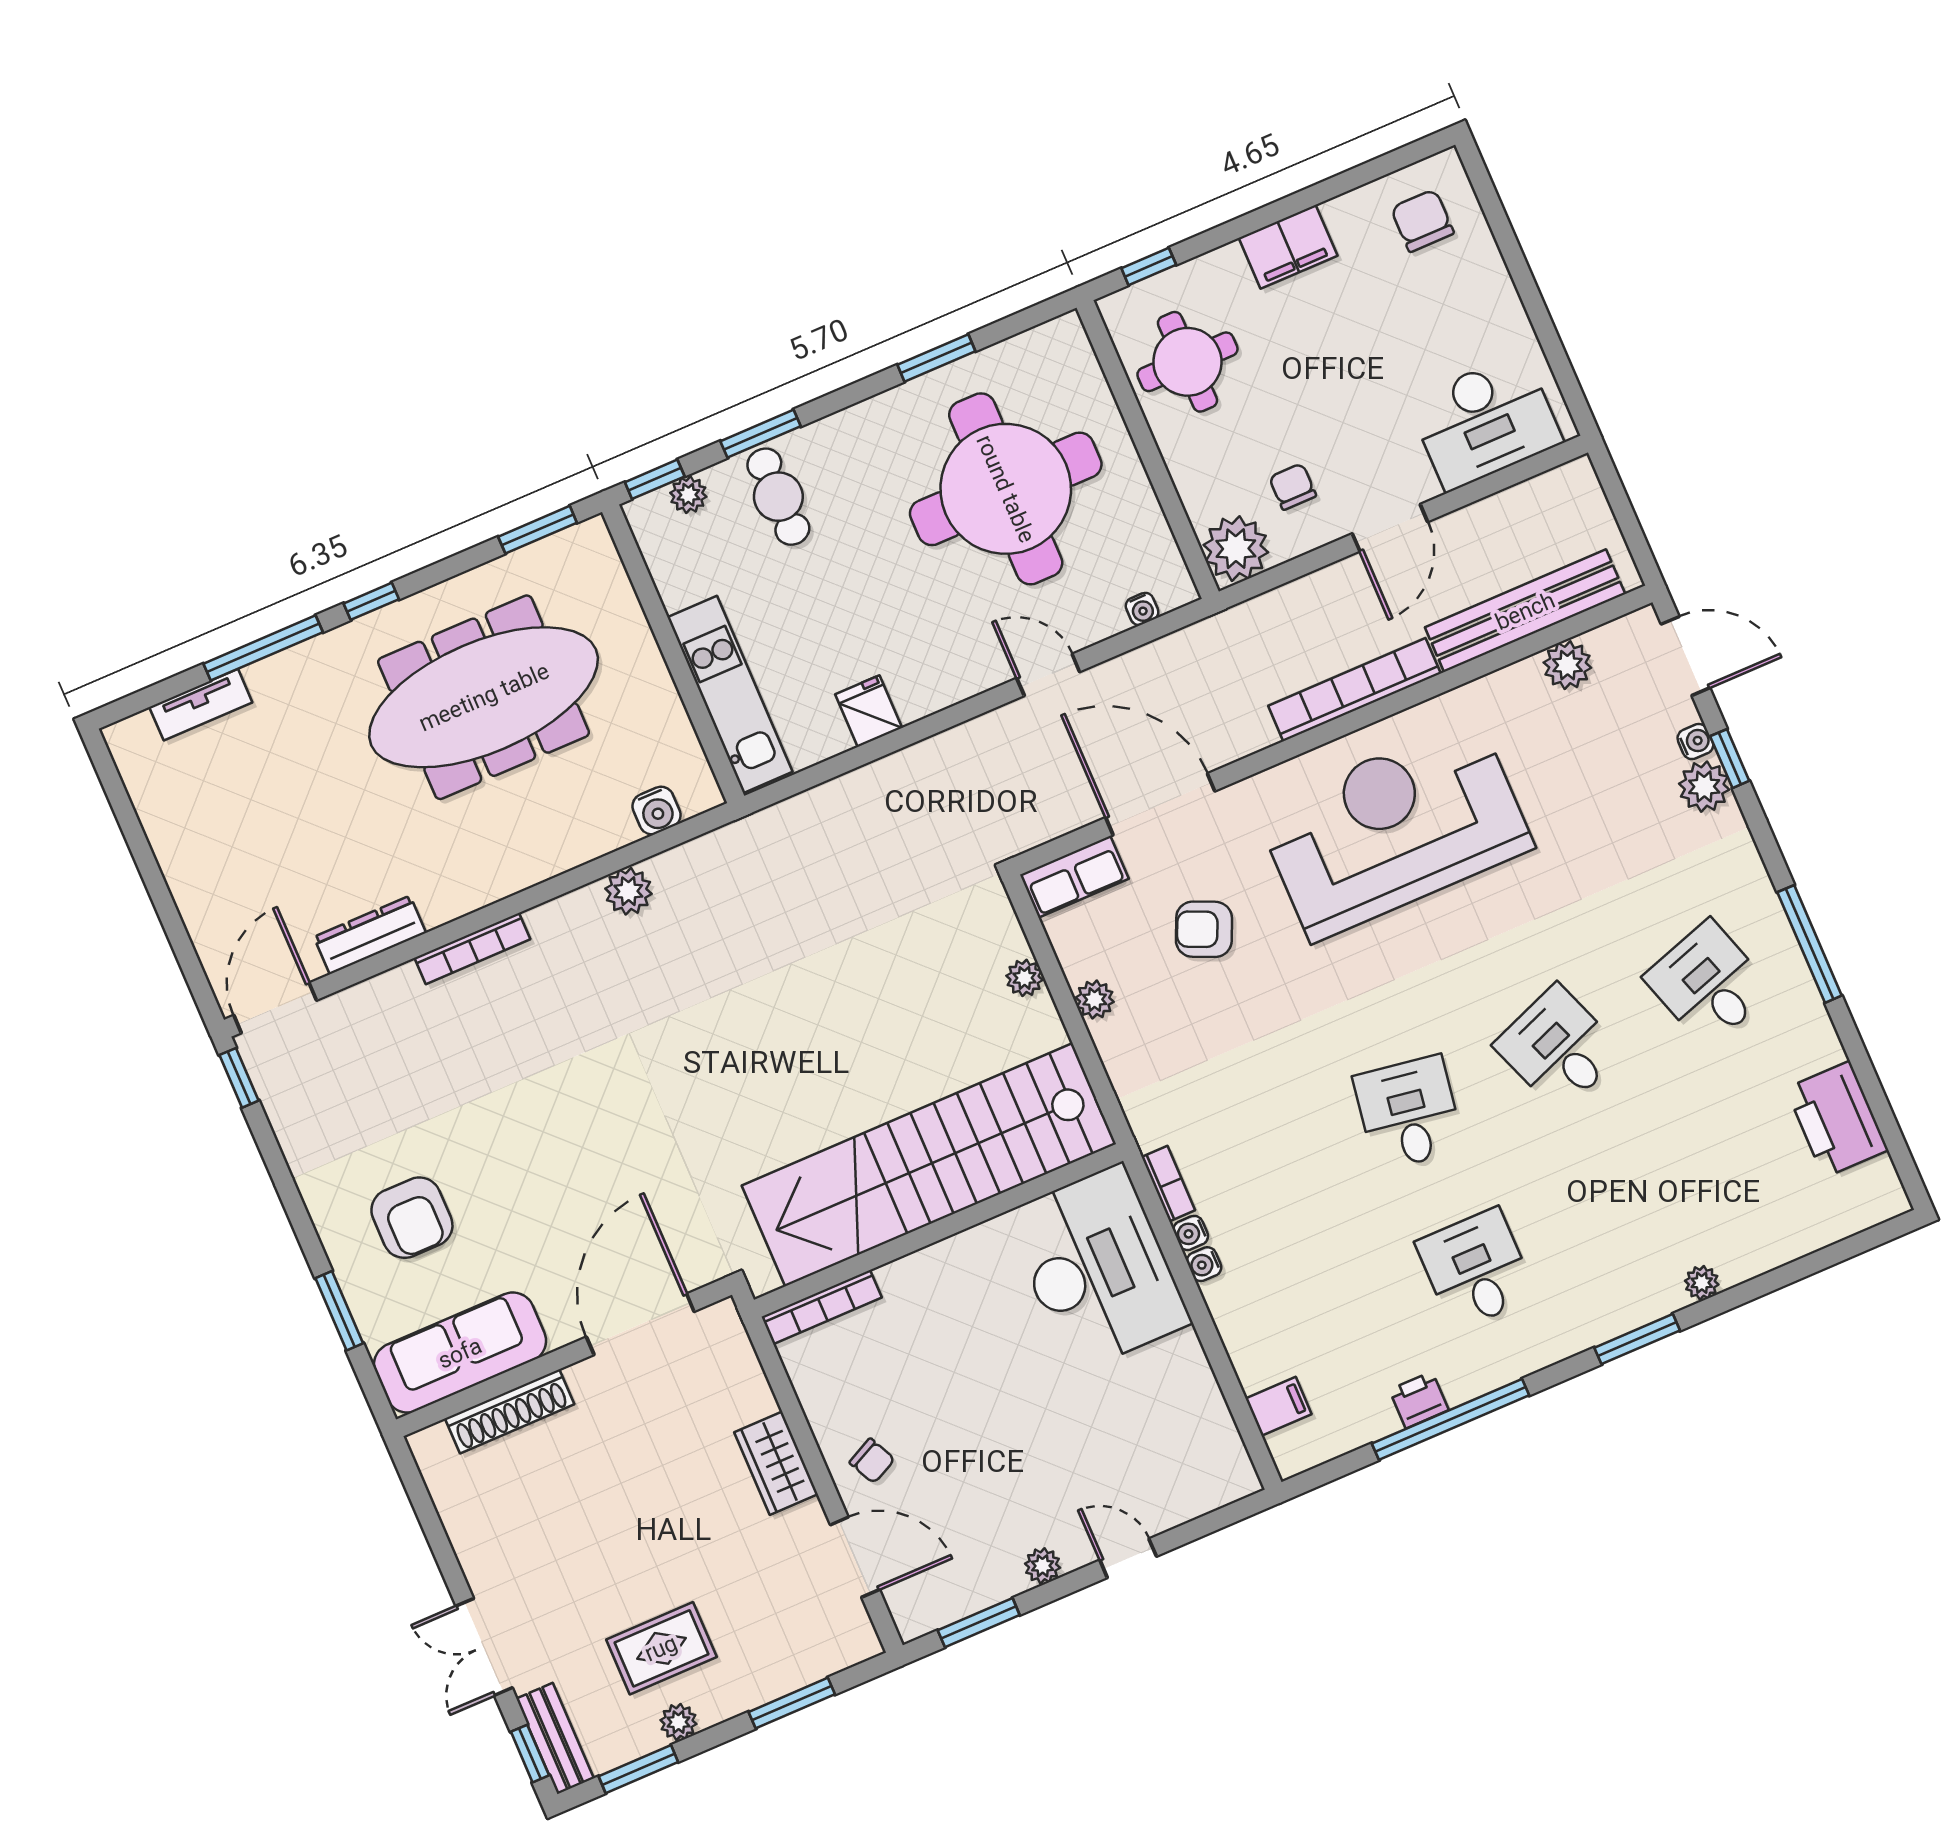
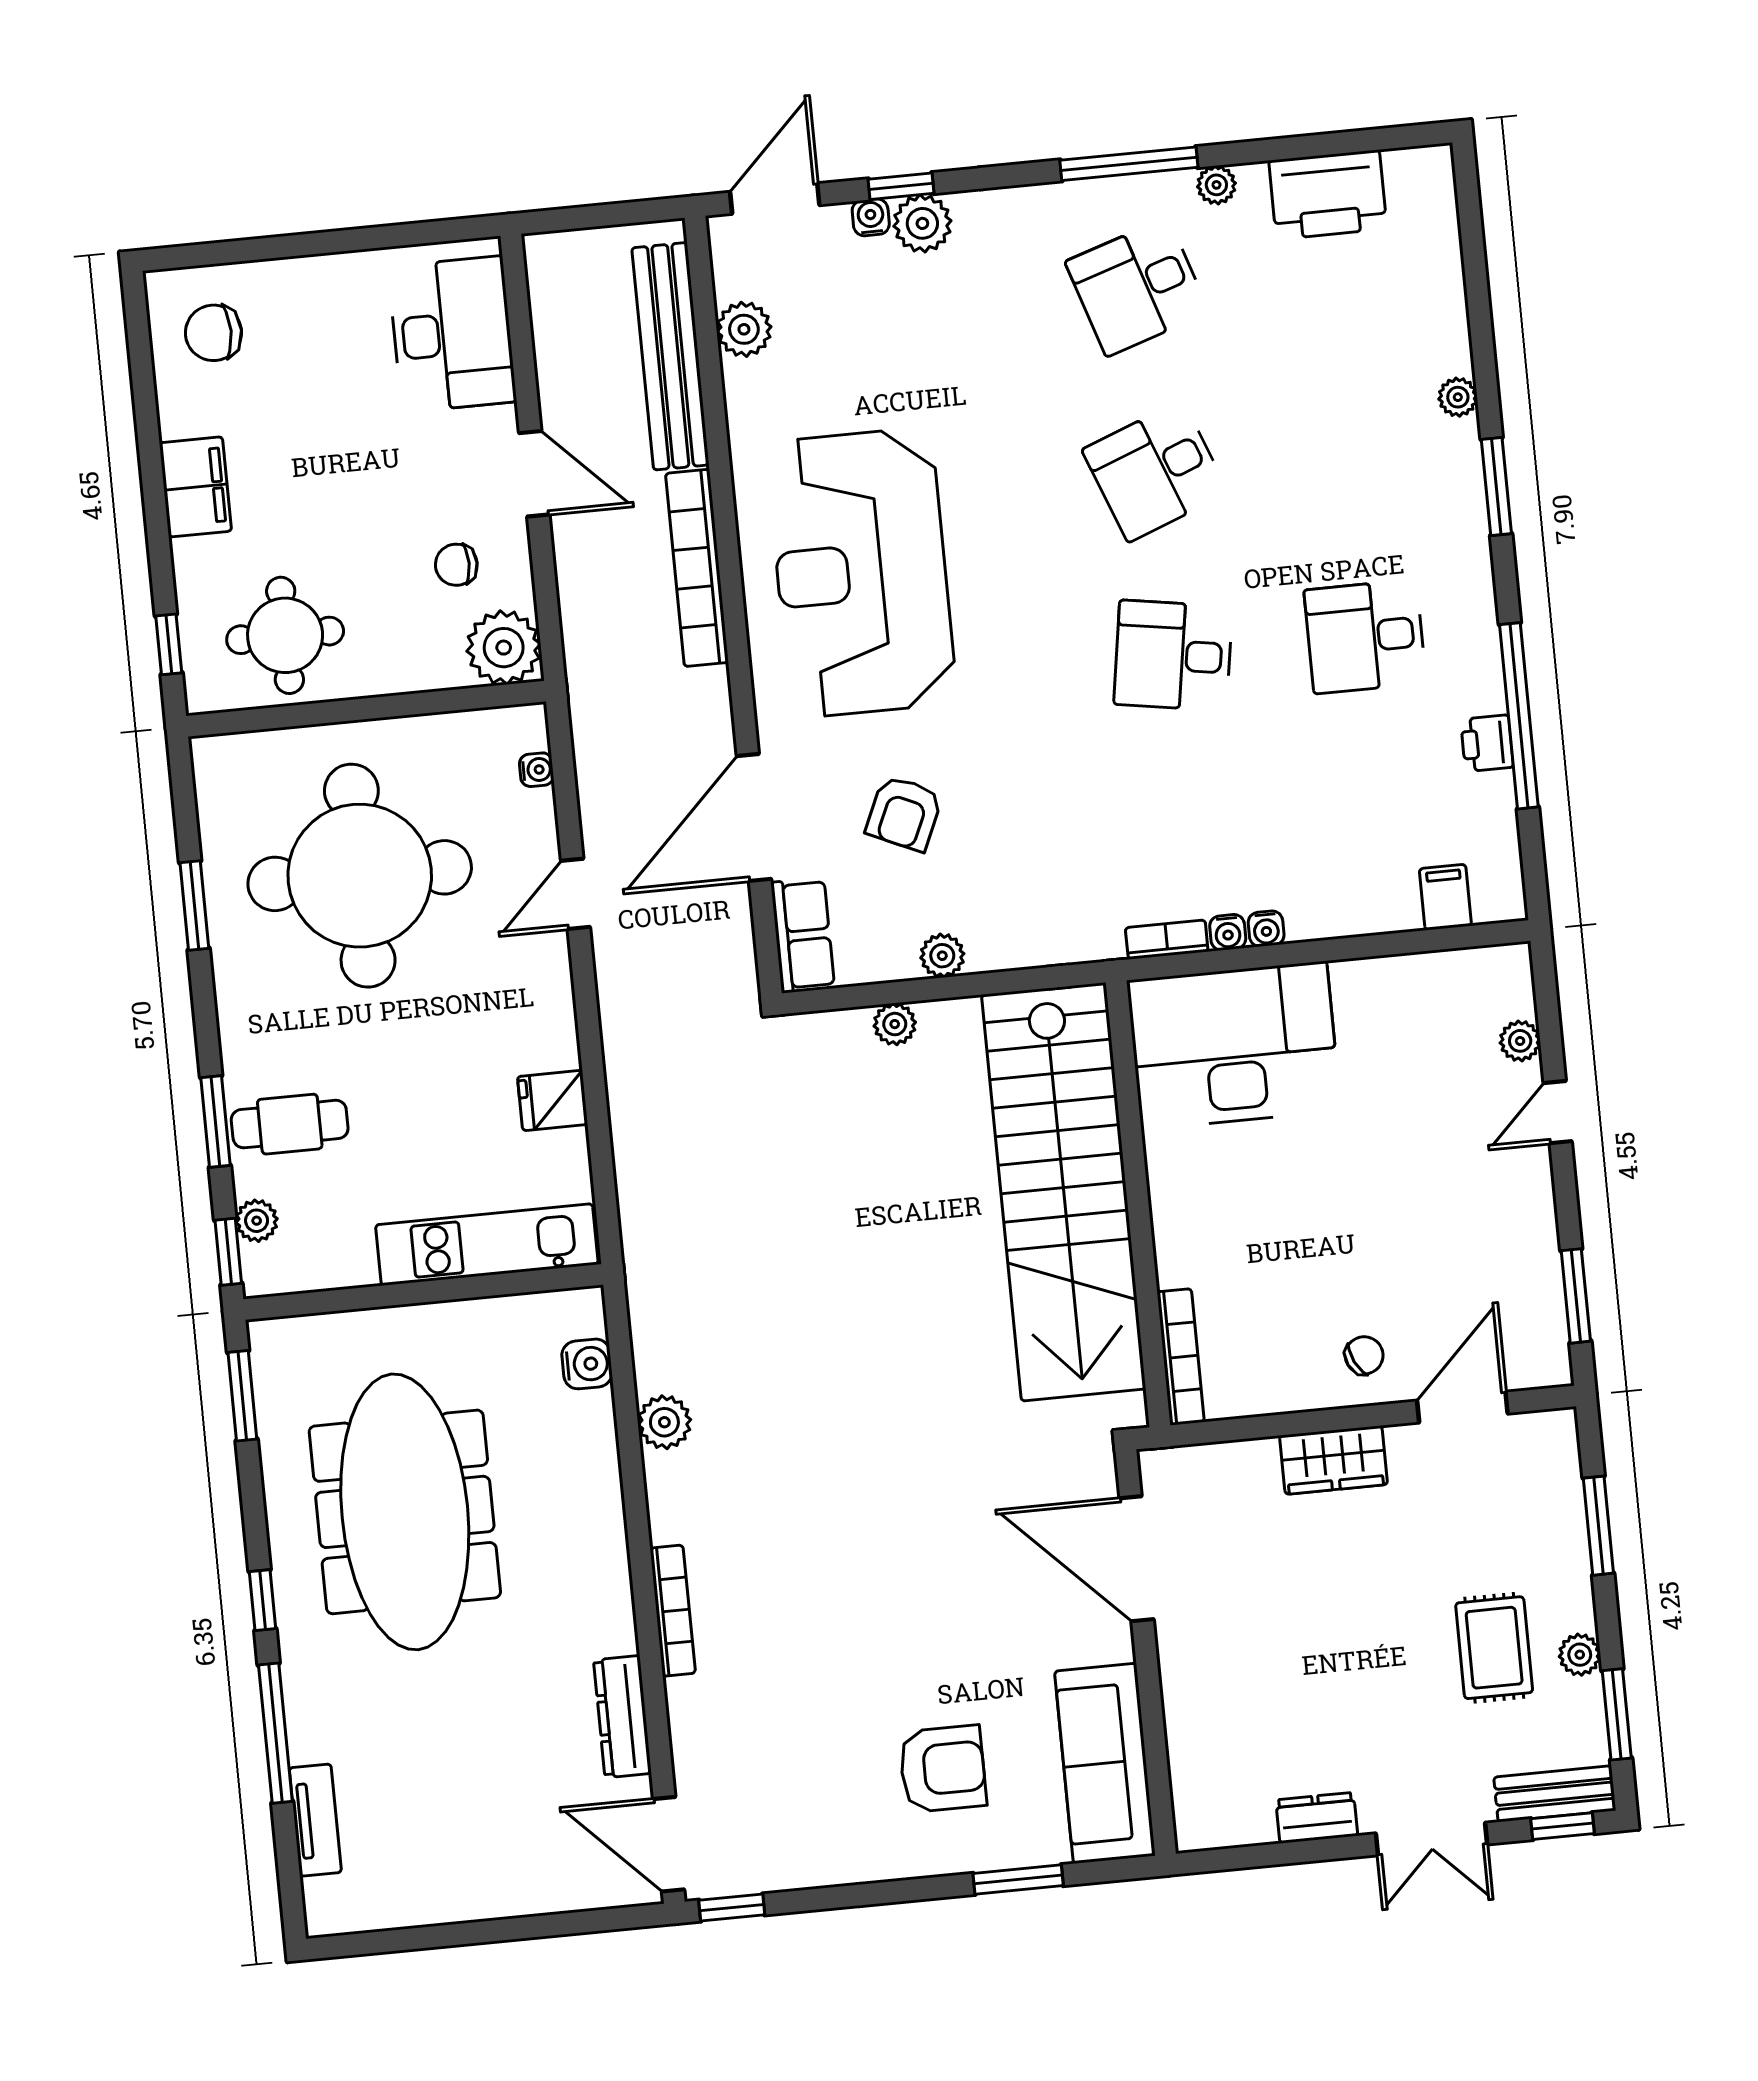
plant: (1815, 1023) -> (1216, 185), added
shoe rack: (510, 1411) -> (1186, 1730), removed
dresser: (471, 1545) -> (1317, 1818), added
plant: (1043, 1566) -> (1520, 1041), moved

